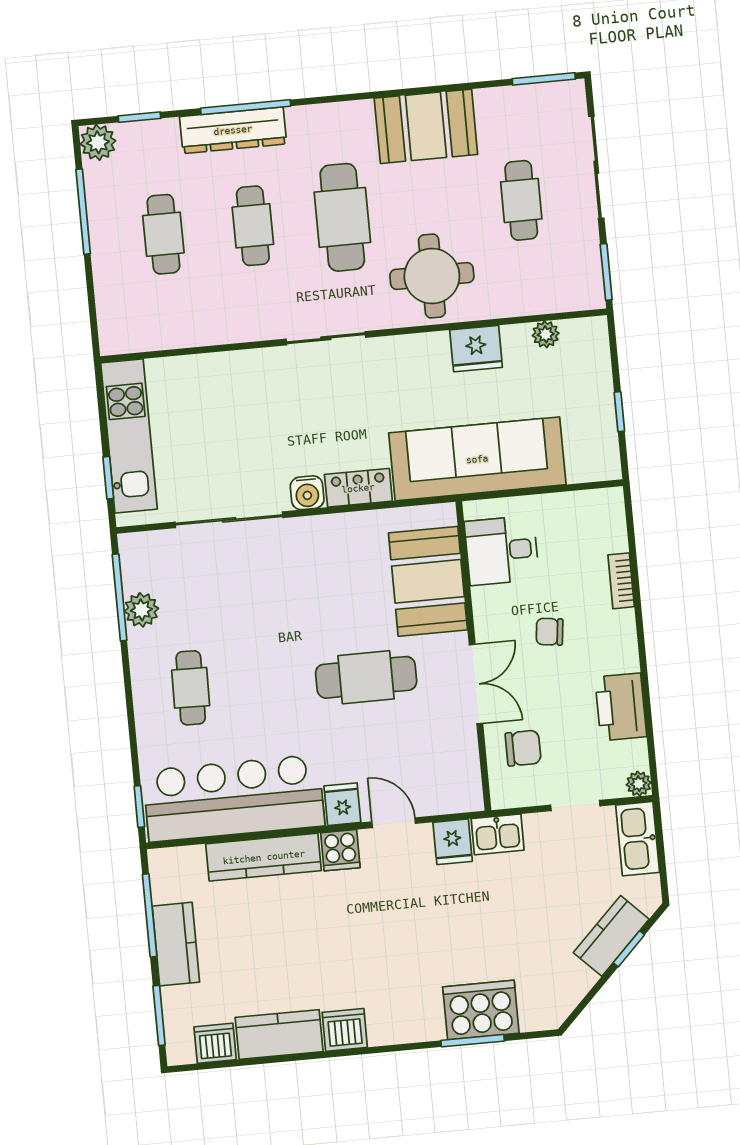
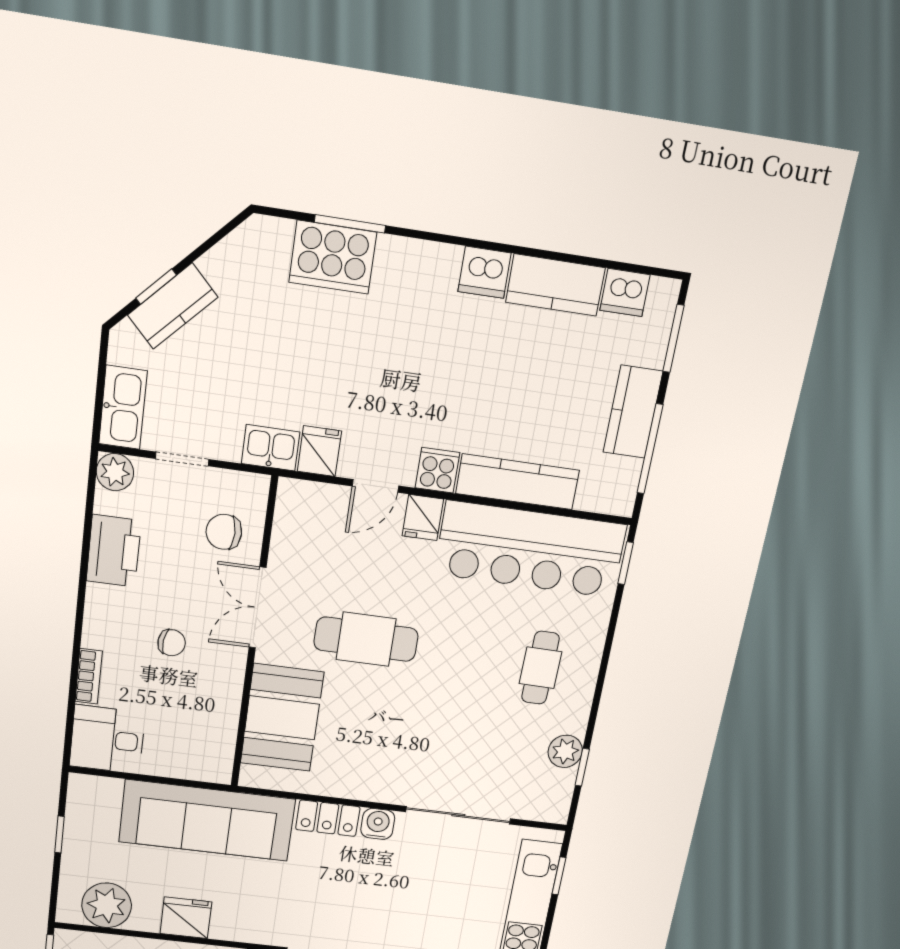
plant: (546, 334) -> (107, 905), width x1.87, depth x1.87
desk: (502, 550) -> (107, 739), moved, turned 180
window: (120, 597) -> (582, 767), width x0.46
plant: (639, 784) -> (115, 472), width x1.38, depth x1.38
door: (394, 823) -> (375, 486), hinge flipped

